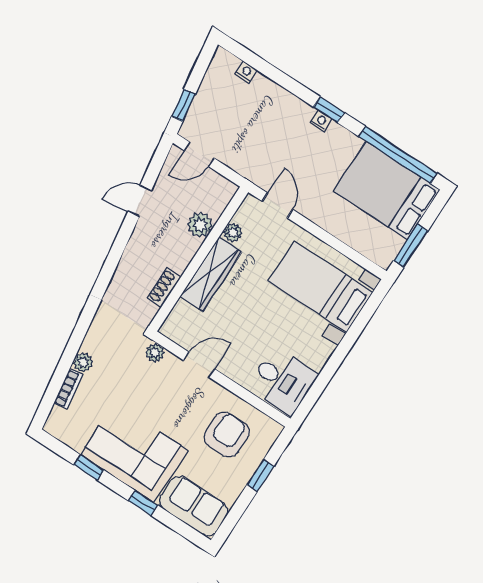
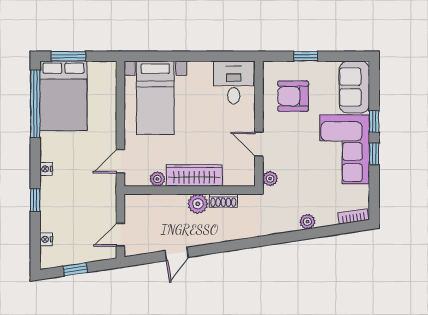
window: (183, 105) -> (75, 269), moved
window: (329, 110) -> (35, 200), moved
door: (199, 154) -> (120, 235), swing flipped
door: (140, 201) -> (177, 254), hinge flipped
plant: (200, 225) -> (198, 204), moved
window: (411, 246) -> (68, 56), moved
bookcase: (68, 389) -> (353, 216), moved
window: (89, 467) -> (374, 154), moved

